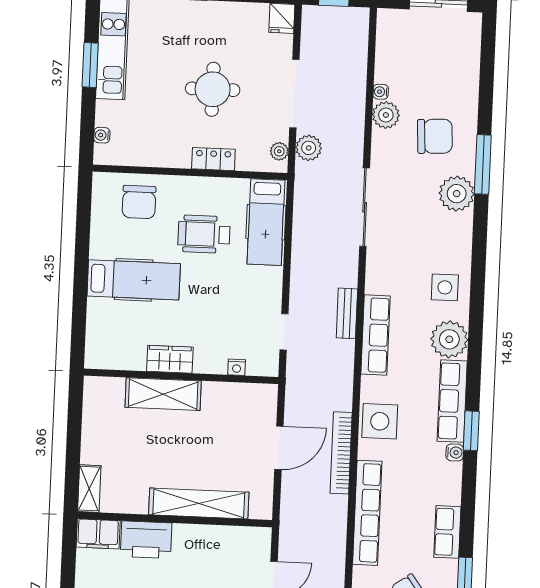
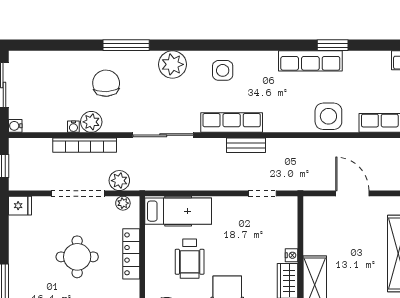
locker: (213, 159) -> (131, 254), width x1.53
plant: (457, 194) -> (172, 64), moved
row of seats: (375, 335) -> (232, 122), moved
plant: (449, 339) -> (263, 65), removed
nightstand: (237, 367) -> (291, 255), moved
water cooler: (455, 452) -> (15, 126), moved, turned -90
bookcase: (341, 453) -> (85, 145), moved

